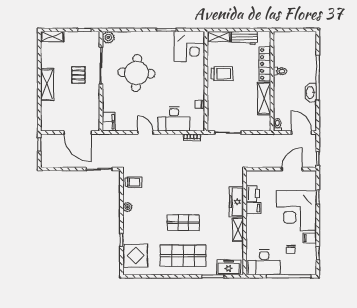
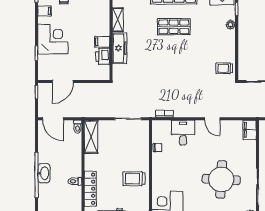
washbasin: (310, 93) -> (44, 173), moved
shelving: (264, 98) -> (91, 137), moved
desk: (174, 119) -> (183, 133), width x0.73
plant: (127, 207) -> (230, 25), moved
corner desk: (296, 211) -> (53, 39), width x0.74, depth x0.74

